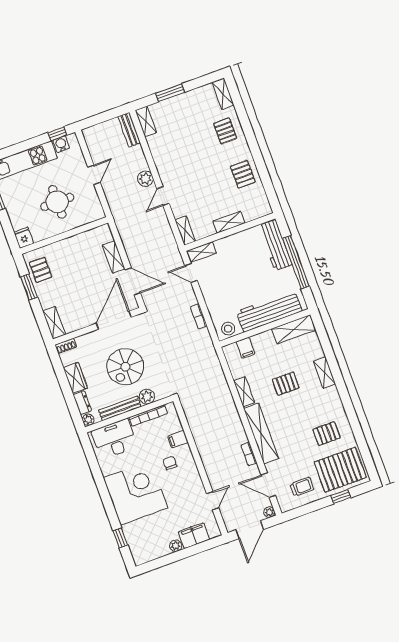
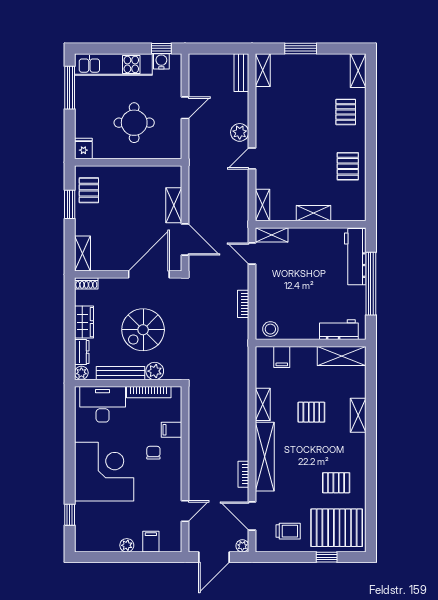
workbench: (269, 311) -> (339, 330), width x0.53, depth x0.76
filing cabinet: (194, 536) -> (151, 542), width x0.50

